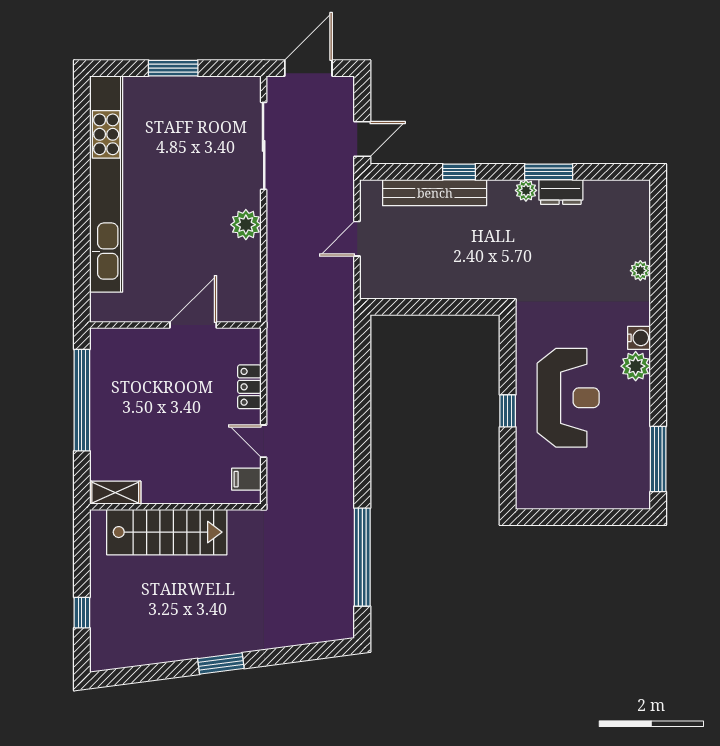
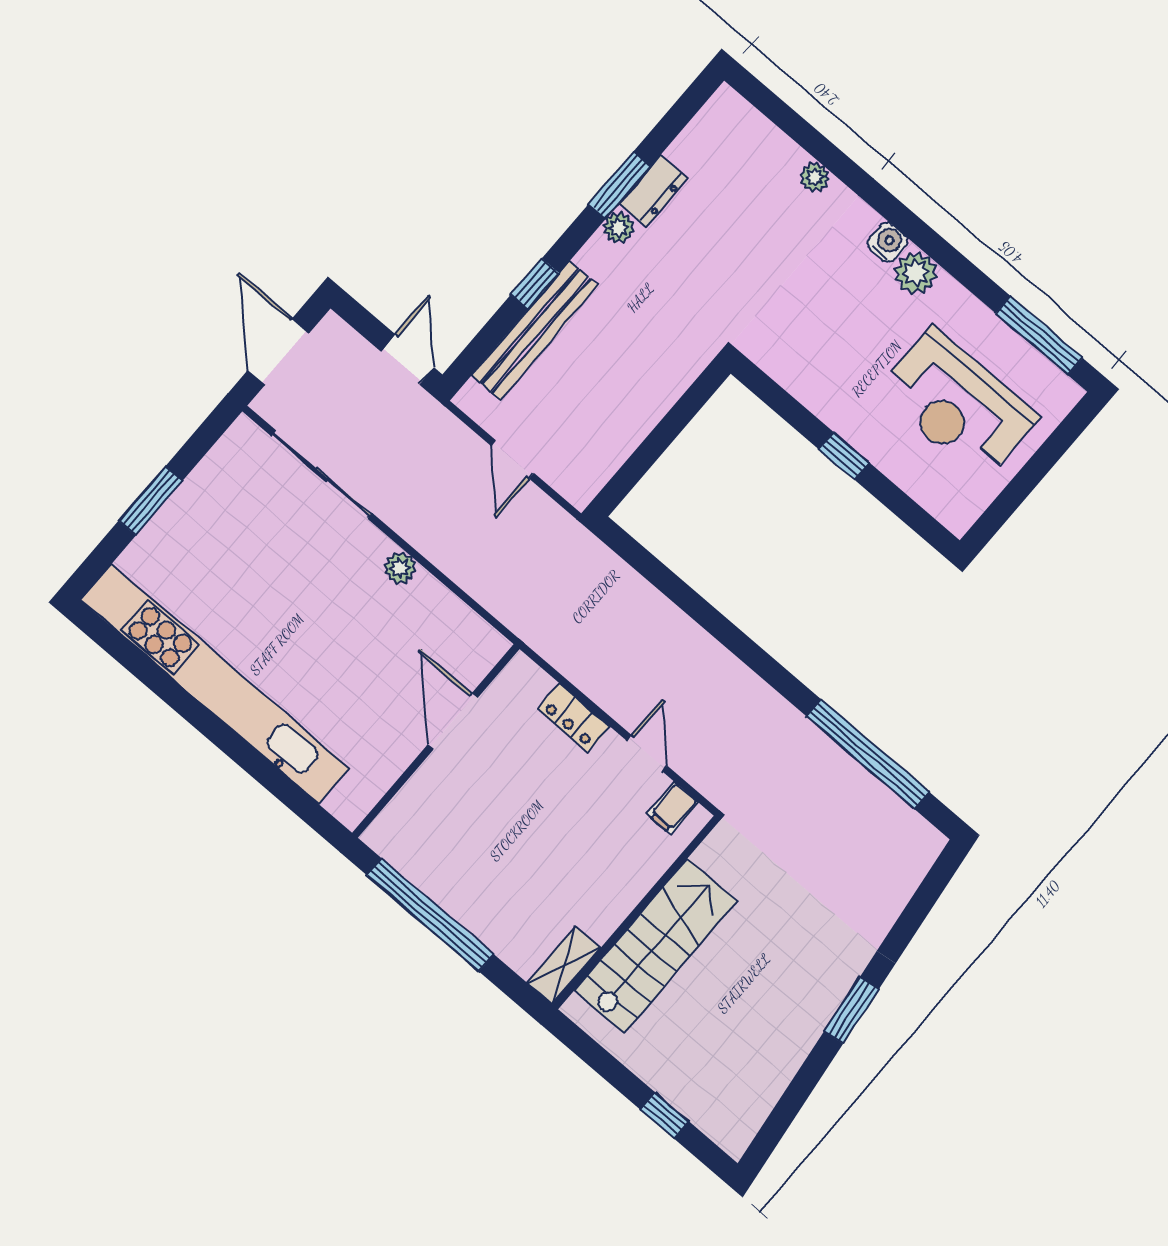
plant: (246, 225) -> (400, 568), width x0.73, depth x0.73
reception desk: (568, 398) -> (958, 405), moved, turned 180
door: (264, 441) -> (647, 753), swing flipped

